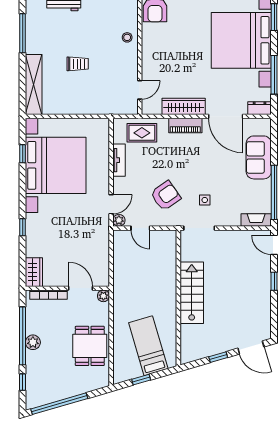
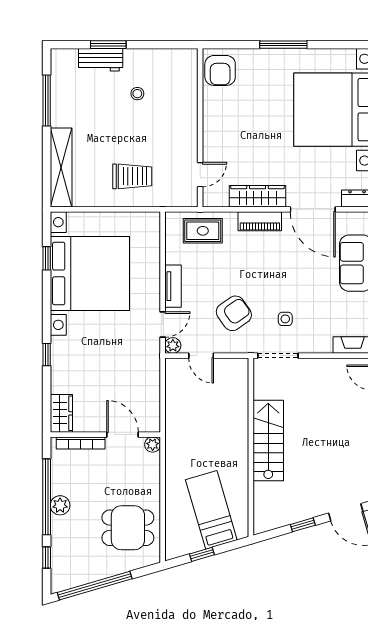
stool: (127, 37) -> (137, 94), moved
trolley: (78, 64) -> (132, 176), moved, width x1.36, depth x1.39
tv unit: (119, 160) -> (173, 286), moved
dining table: (90, 346) -> (128, 528), moved, turned 90

